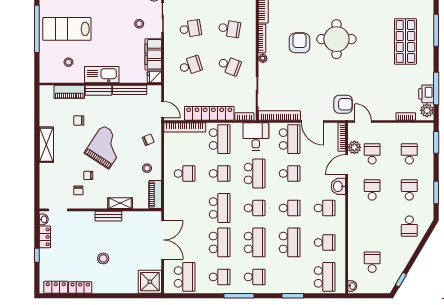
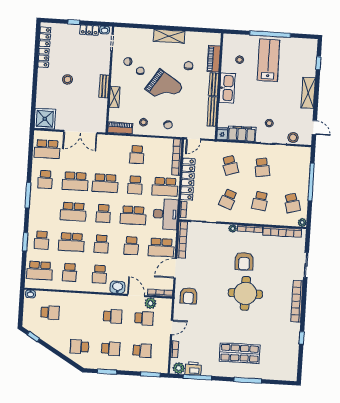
armchair: (300, 43) -> (244, 261), turned 88
door: (363, 121) -> (172, 327), moved
desk: (256, 136) -> (165, 214), width x1.37
school desk: (255, 277) -> (42, 240), moved

